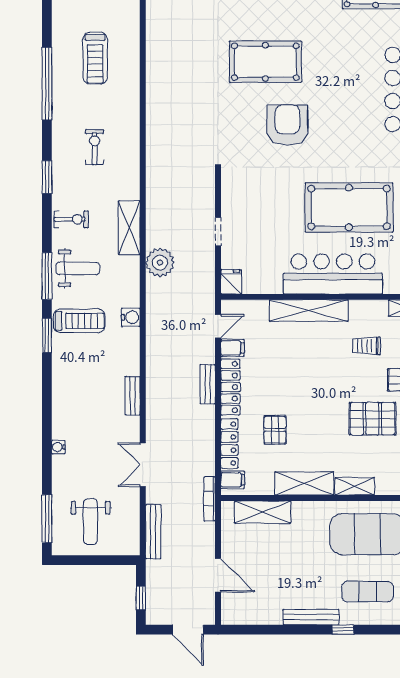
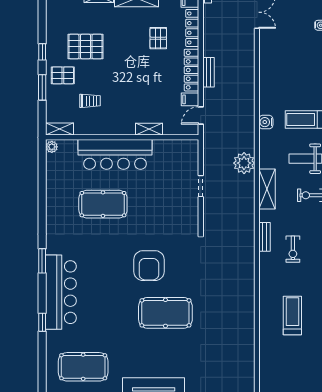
pool table: (349, 207) -> (103, 204), width x0.73, depth x0.76
fridge: (231, 282) -> (191, 149), removed
shelving: (309, 310) -> (149, 129), width x0.45, depth x0.75
bench: (133, 396) -> (264, 237), moved

